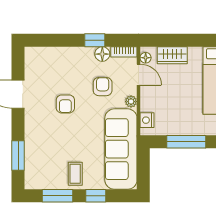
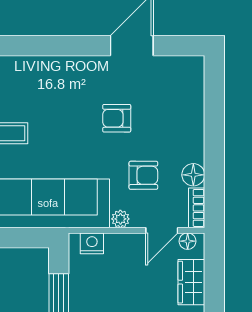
window: (95, 40) -> (214, 163), removed
window: (18, 156) -> (38, 46), removed

